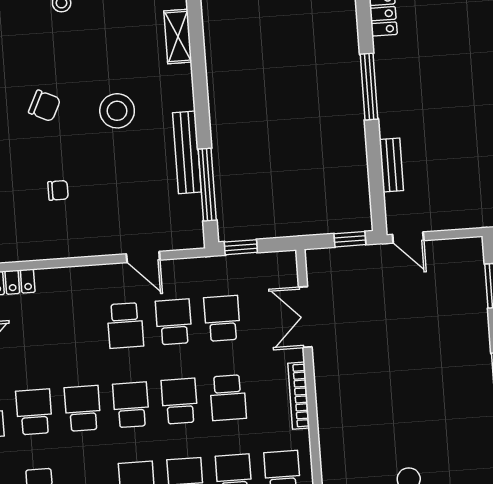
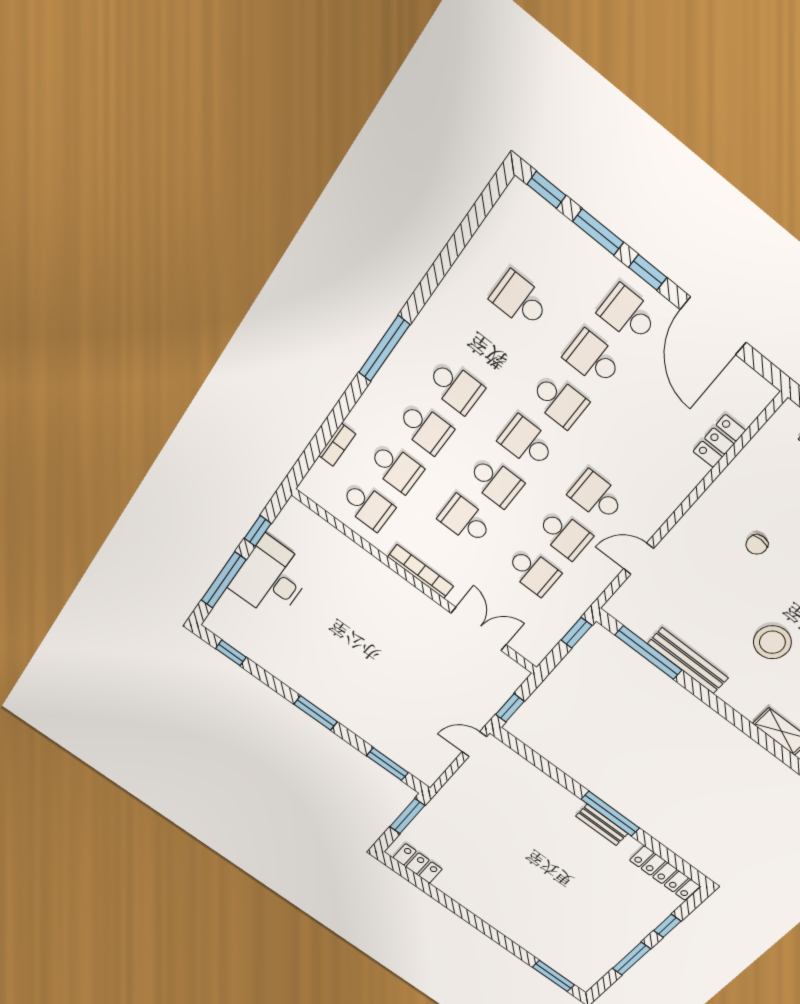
bench: (391, 165) -> (602, 825), moved
school desk: (131, 405) -> (527, 442), turned 180
school desk: (34, 412) -> (593, 358), turned 180

